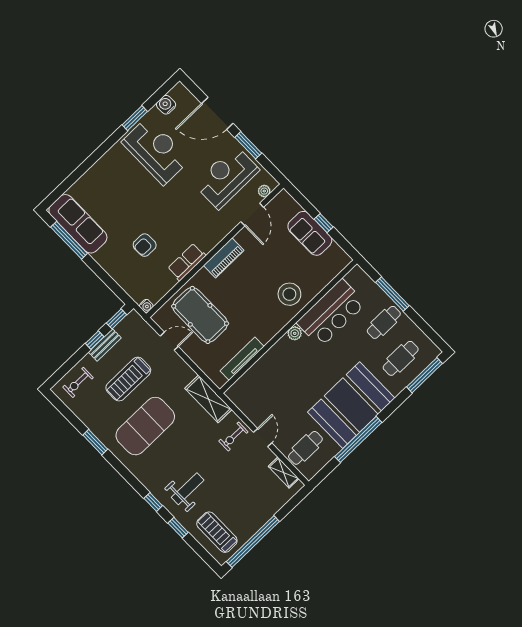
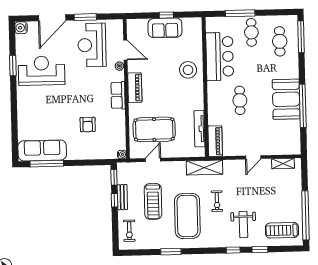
water cooler: (166, 105) -> (21, 28), moved
plant: (264, 191) -> (119, 66), moved
row of seats: (187, 262) -> (118, 95), moved
plant: (295, 333) -> (212, 87), removed
piano: (244, 385) -> (215, 141), added
booth: (351, 405) -> (286, 99), width x0.73, depth x0.70
exercise bike: (233, 437) -> (217, 201), moved
door: (263, 438) -> (253, 157), swing flipped
cafe table: (305, 448) -> (240, 100), moved
weight bench: (188, 489) -> (243, 225), turned 180

